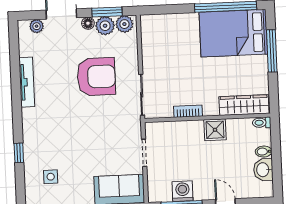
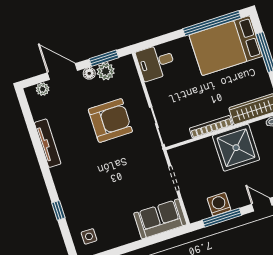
plant: (124, 24) -> (123, 65), removed
desk: (158, 30) -> (156, 62), added
bookcase: (188, 111) -> (211, 127), width x1.56
shower: (215, 130) -> (236, 148), width x1.86, depth x1.86
side table: (51, 177) -> (89, 236), moved

